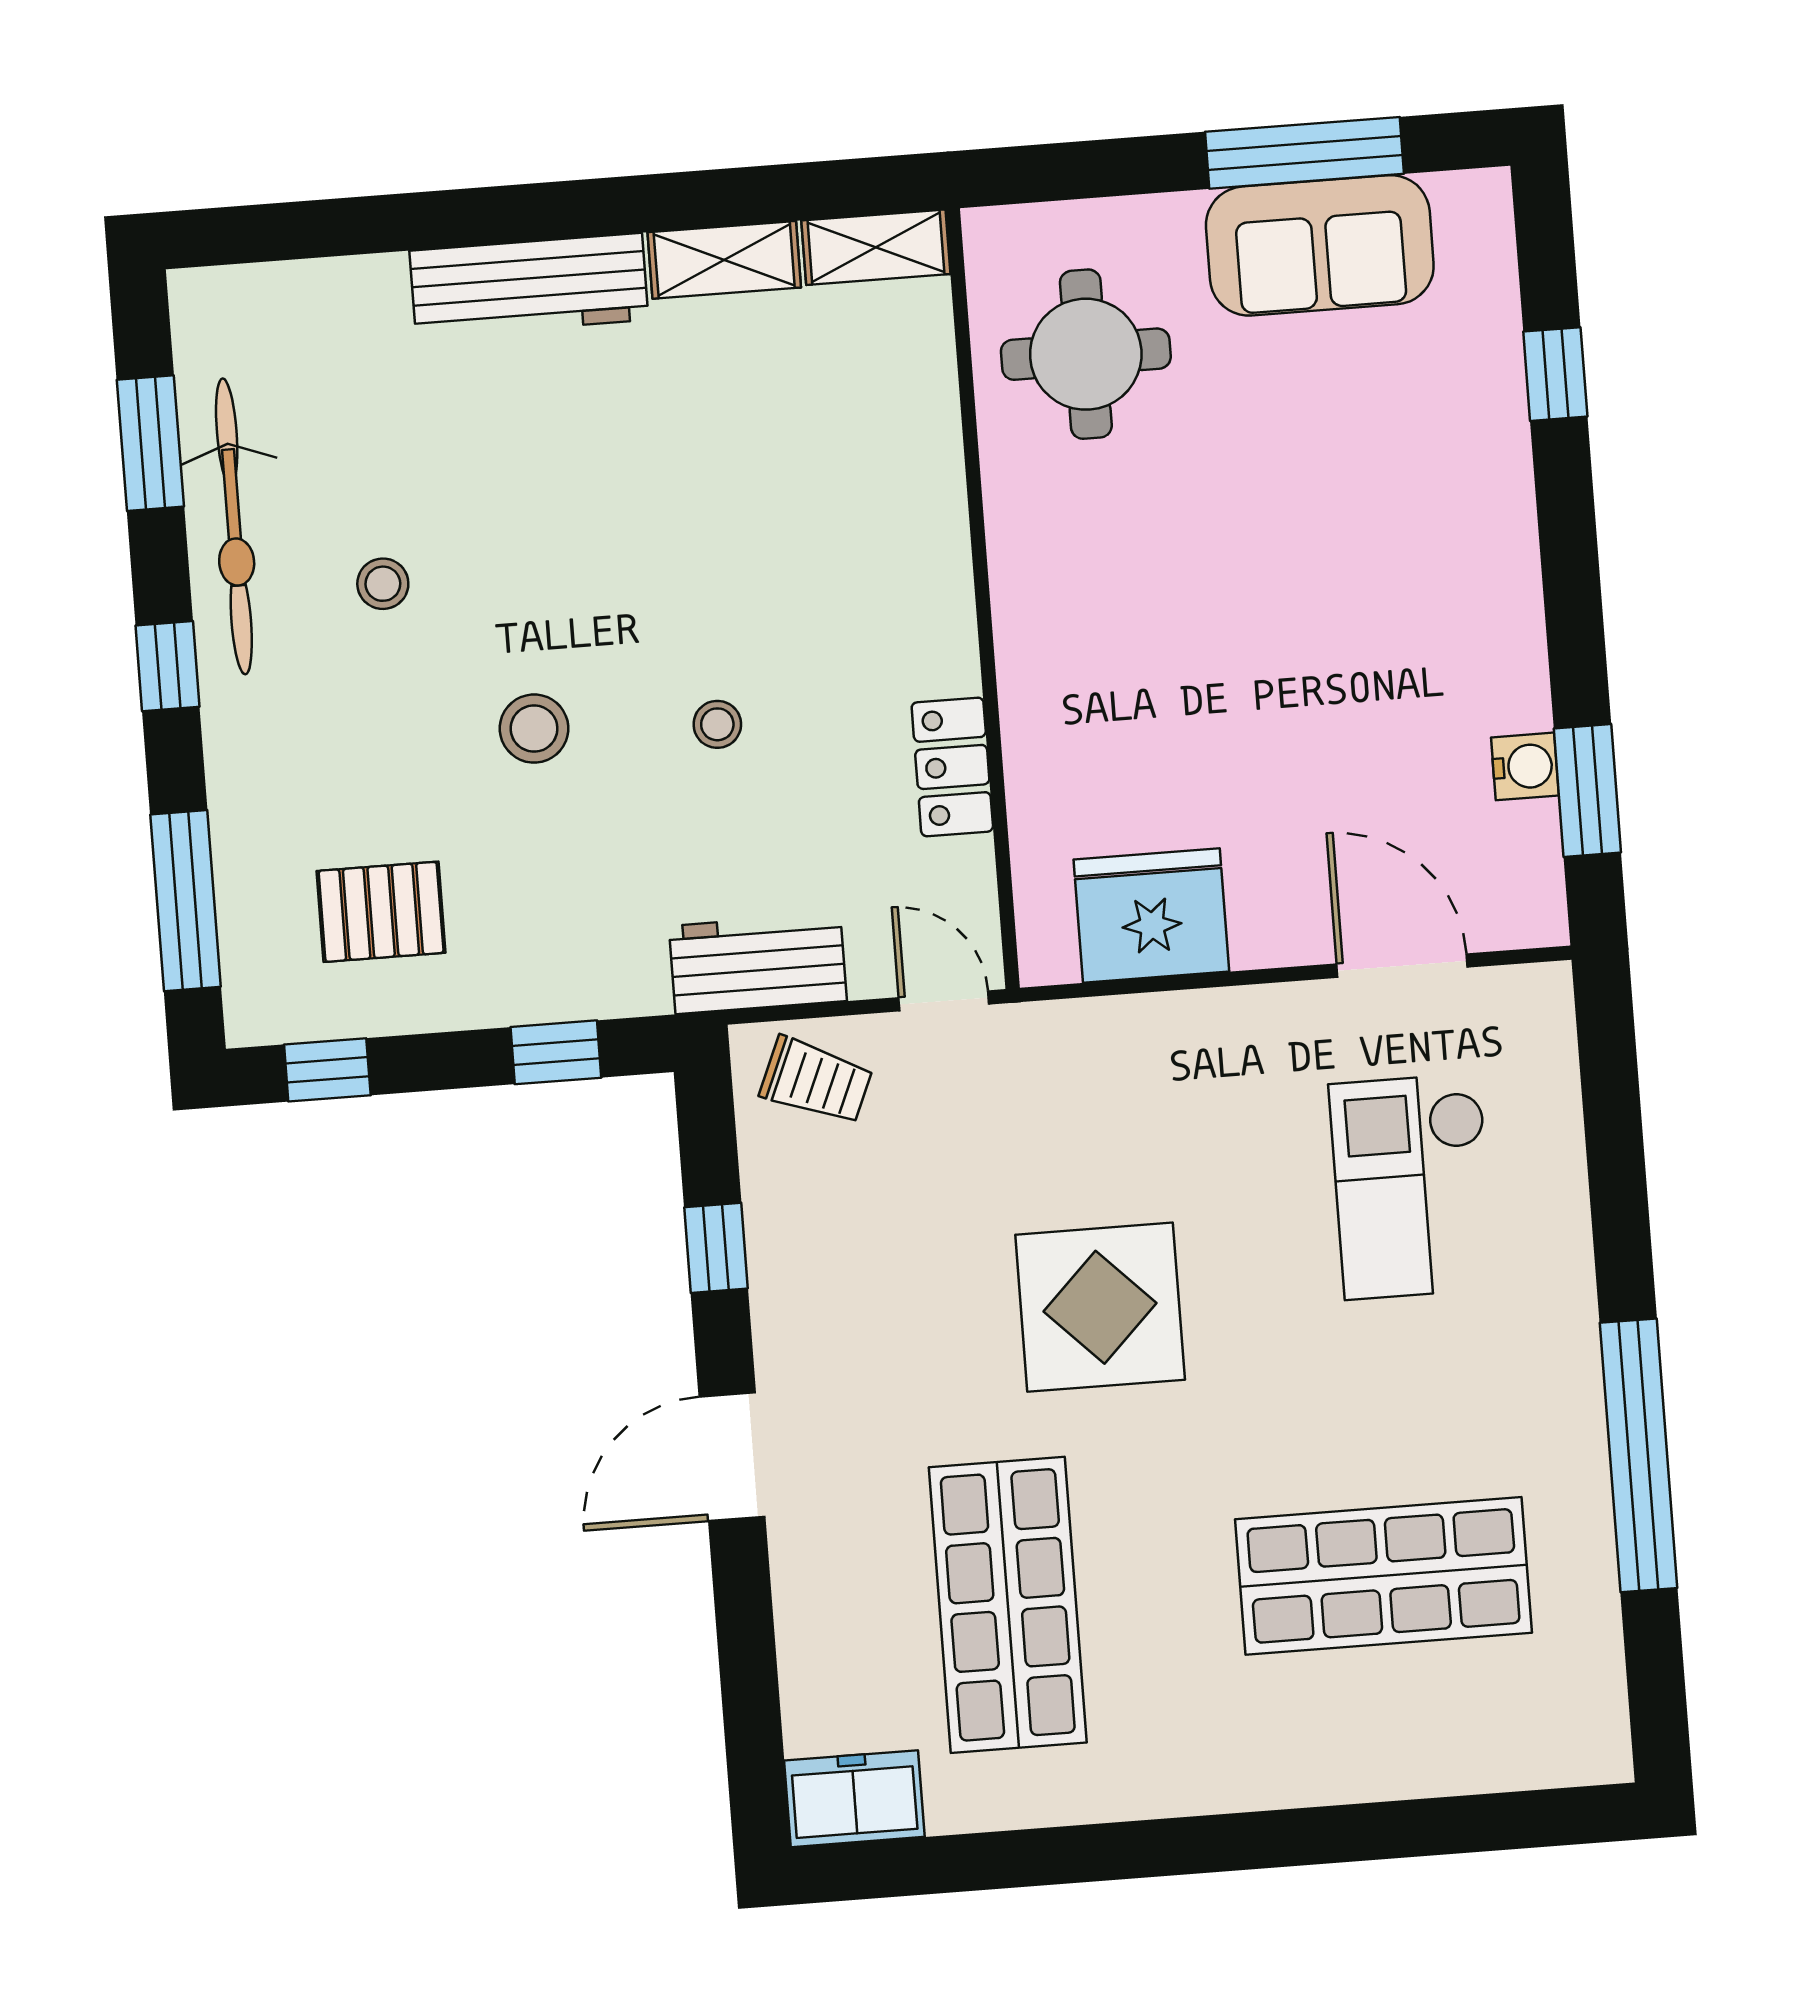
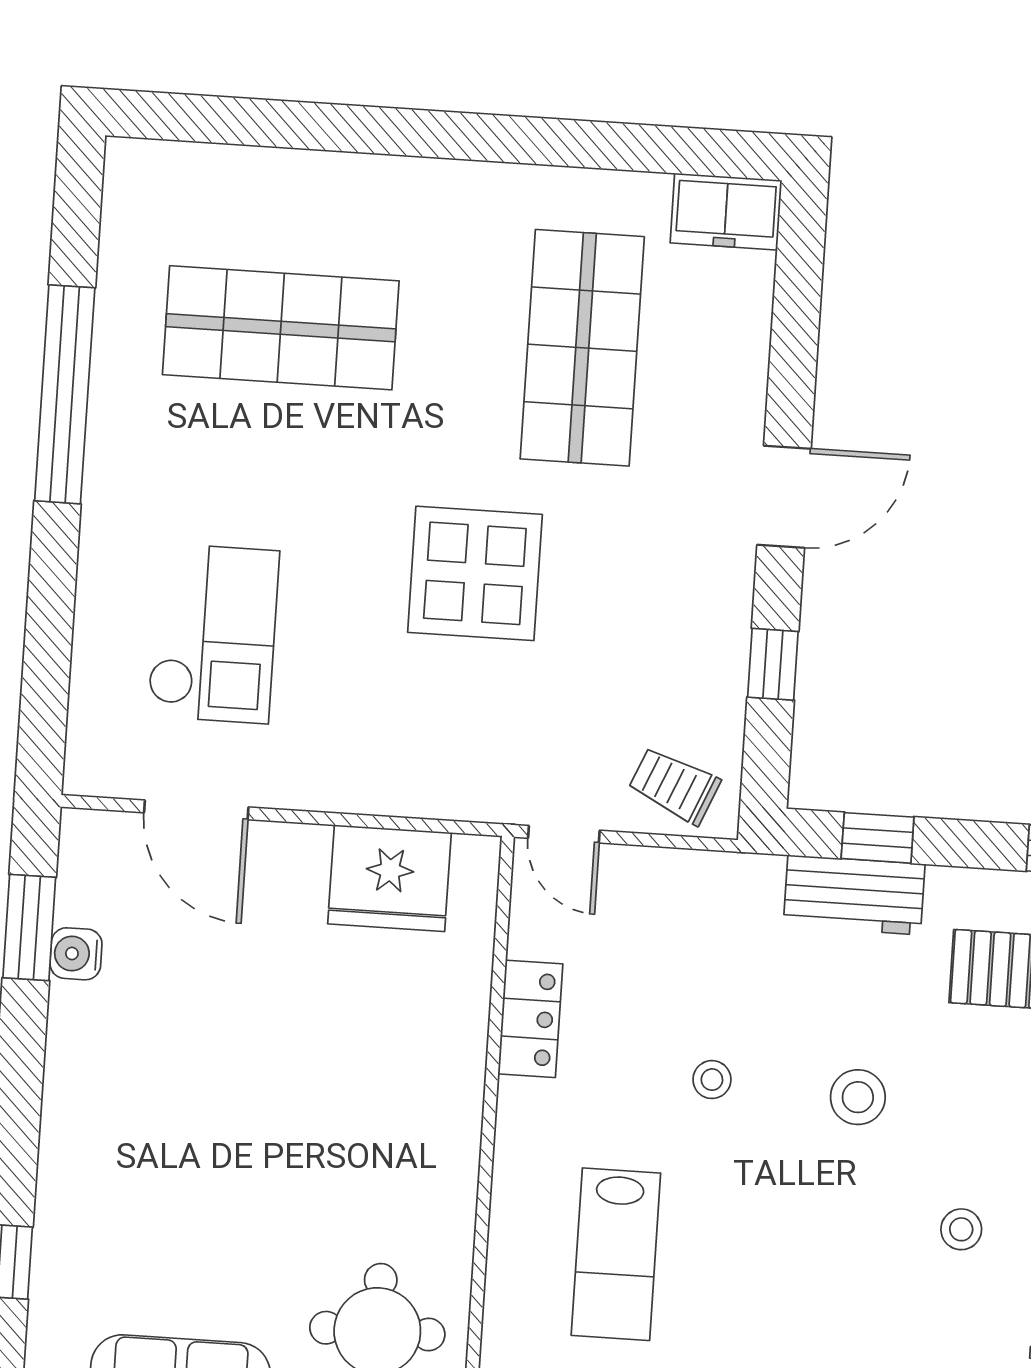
lab bench: (805, 492) -> (616, 1254), added
workbench: (758, 963) -> (854, 895), moved

